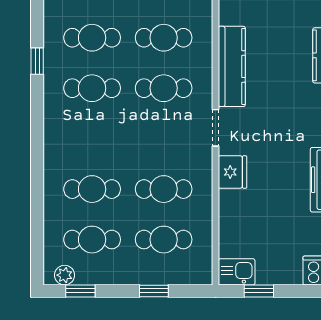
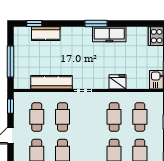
fridge: (232, 172) -> (117, 82), moved

